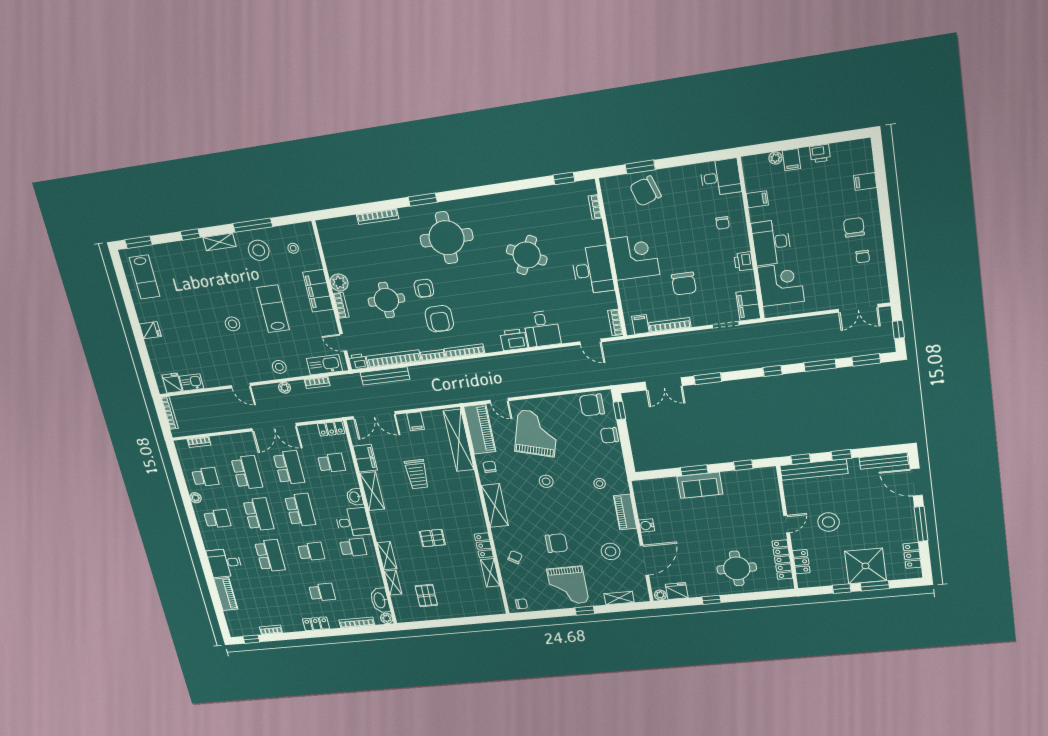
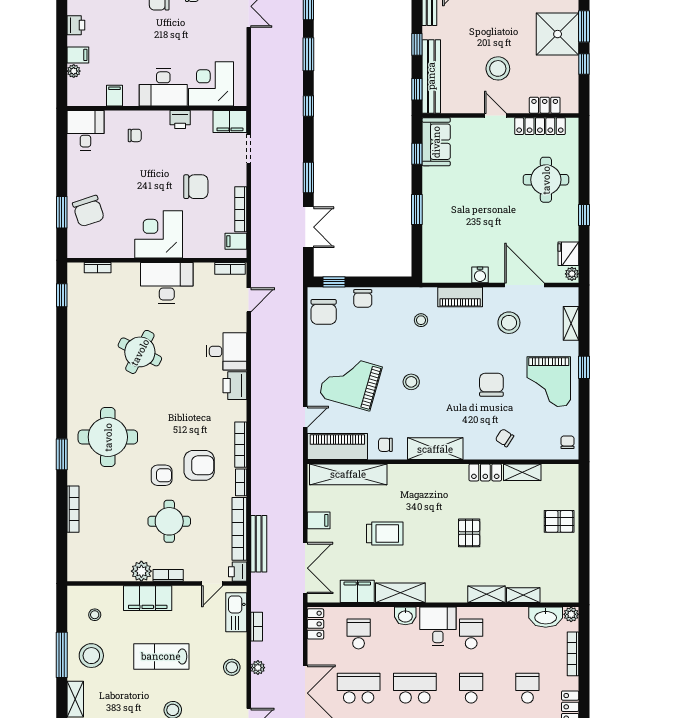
sofa: (700, 485) -> (436, 142), moved
grand piano: (568, 586) -> (549, 382), turned 90
pallet: (426, 595) -> (559, 521), moved

